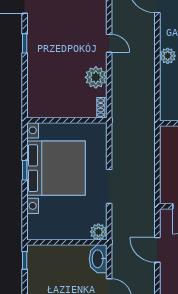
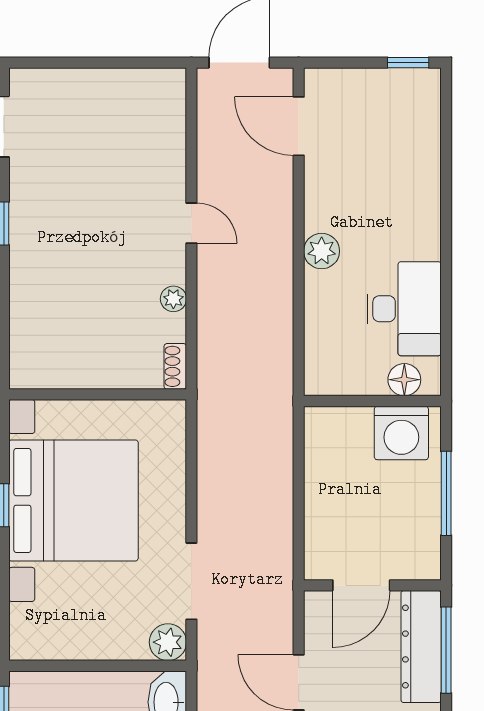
plant: (96, 77) -> (173, 299), width x0.53, depth x0.53
doorway: (109, 186) -> (191, 581), moved

